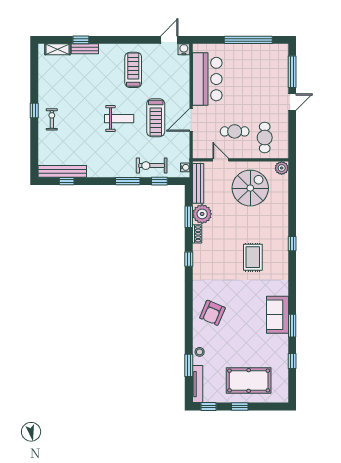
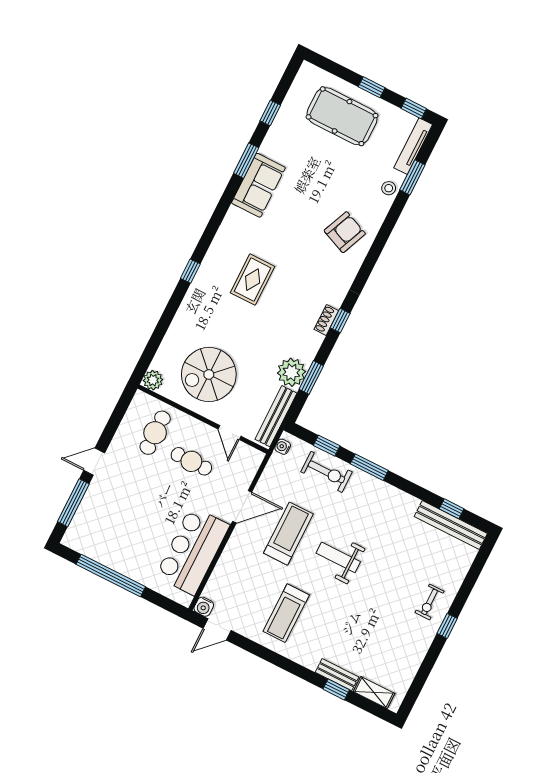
shoe rack: (197, 234) -> (326, 320), moved

